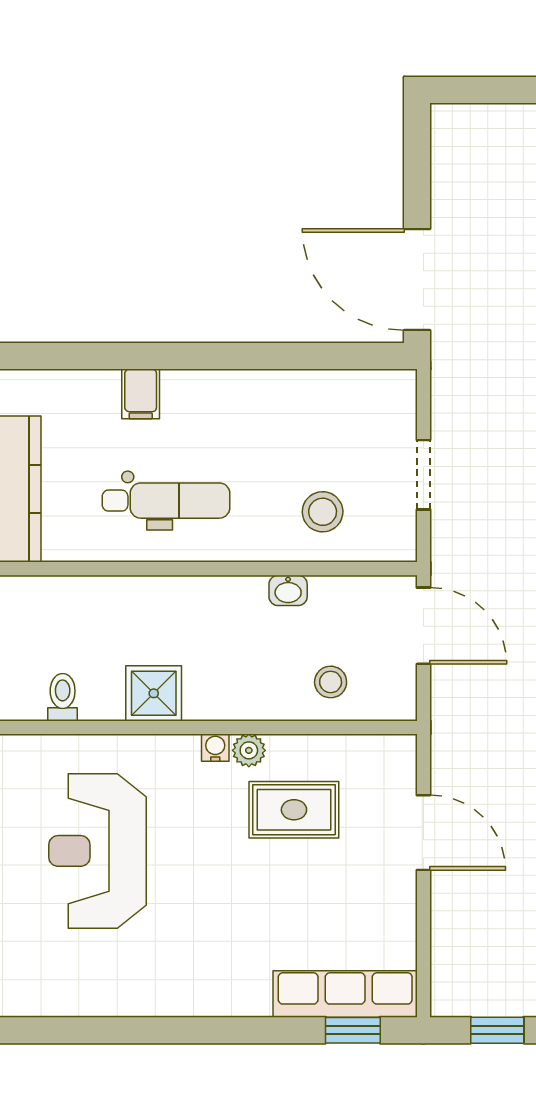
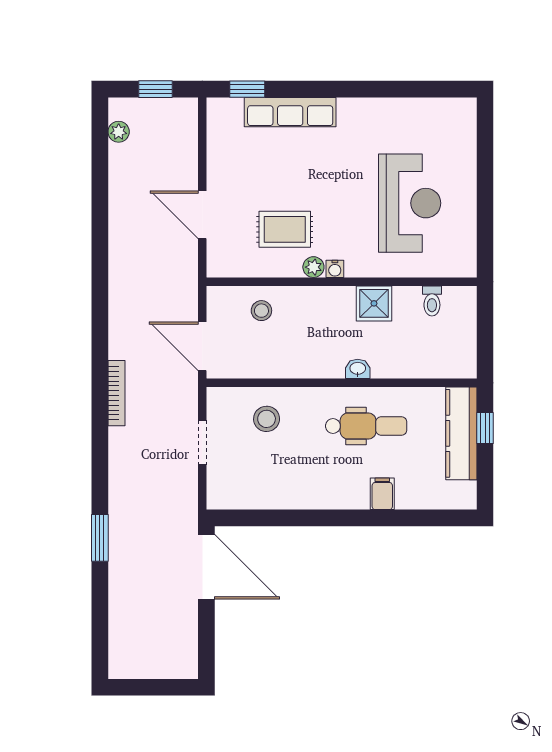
dental chair: (166, 501) -> (366, 426), turned 180
washbasin: (288, 590) -> (358, 369), moved
row of seats: (345, 994) -> (290, 112), moved

